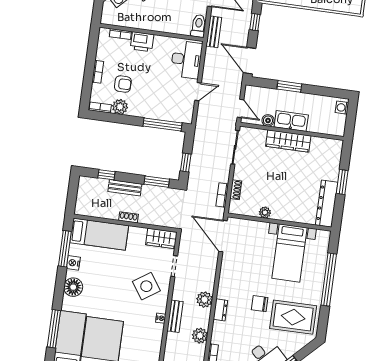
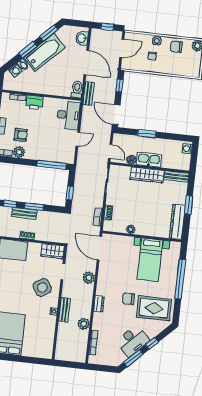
bench: (327, 144) -> (176, 176), added
window: (157, 182) -> (34, 207), moved
plant: (205, 300) -> (89, 278), moved

